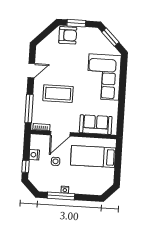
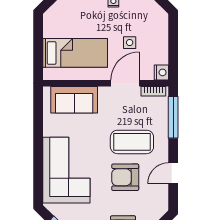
armchair: (64, 70) -> (125, 177), added
nightstand: (34, 155) -> (161, 72), moved
window: (25, 166) -> (173, 32), removed

